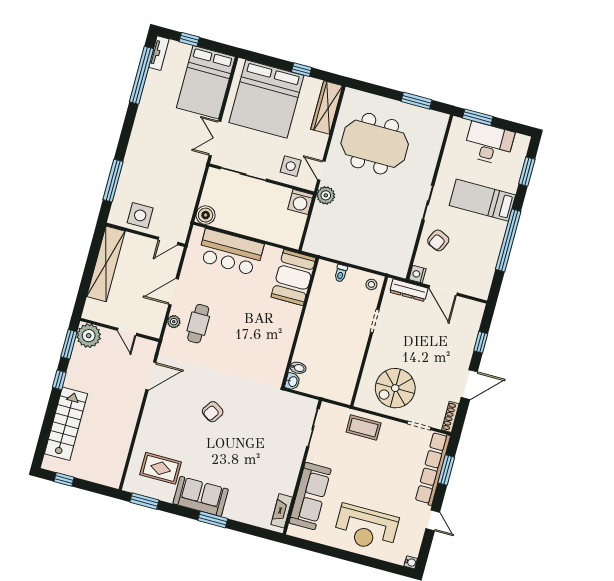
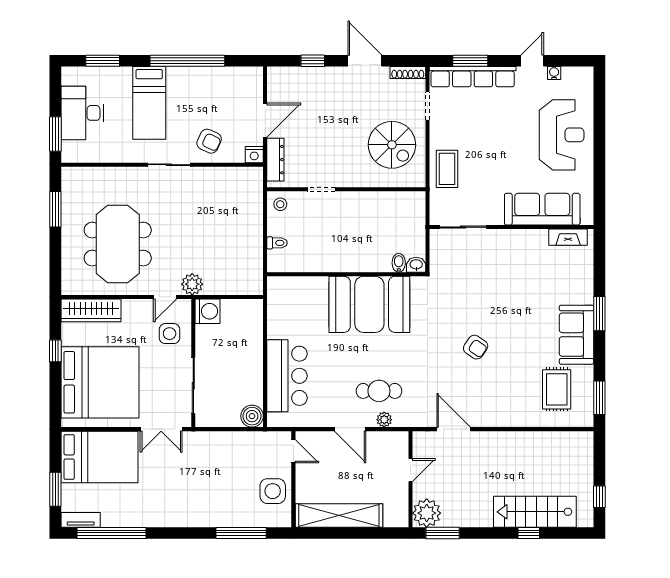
window: (189, 39) -> (55, 489), width x1.50
booth: (293, 277) -> (369, 304), moved, width x1.36, depth x1.42
window: (59, 380) -> (529, 533), moved
water cooler: (411, 562) -> (554, 73), moved

